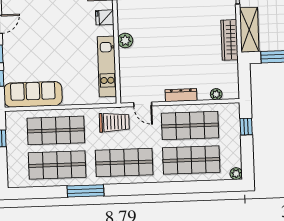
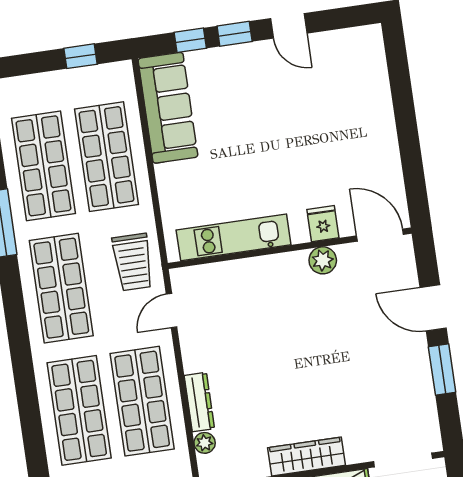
plant: (125, 40) -> (323, 260), moved
dresser: (181, 95) -> (199, 402), moved

